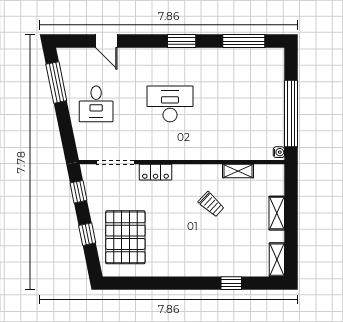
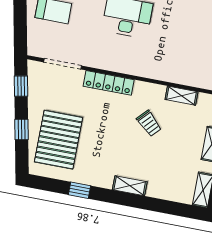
locker: (156, 172) -> (109, 83), width x1.53
shelving: (204, 269) -> (130, 186), added
window: (231, 283) -> (79, 190), moved

